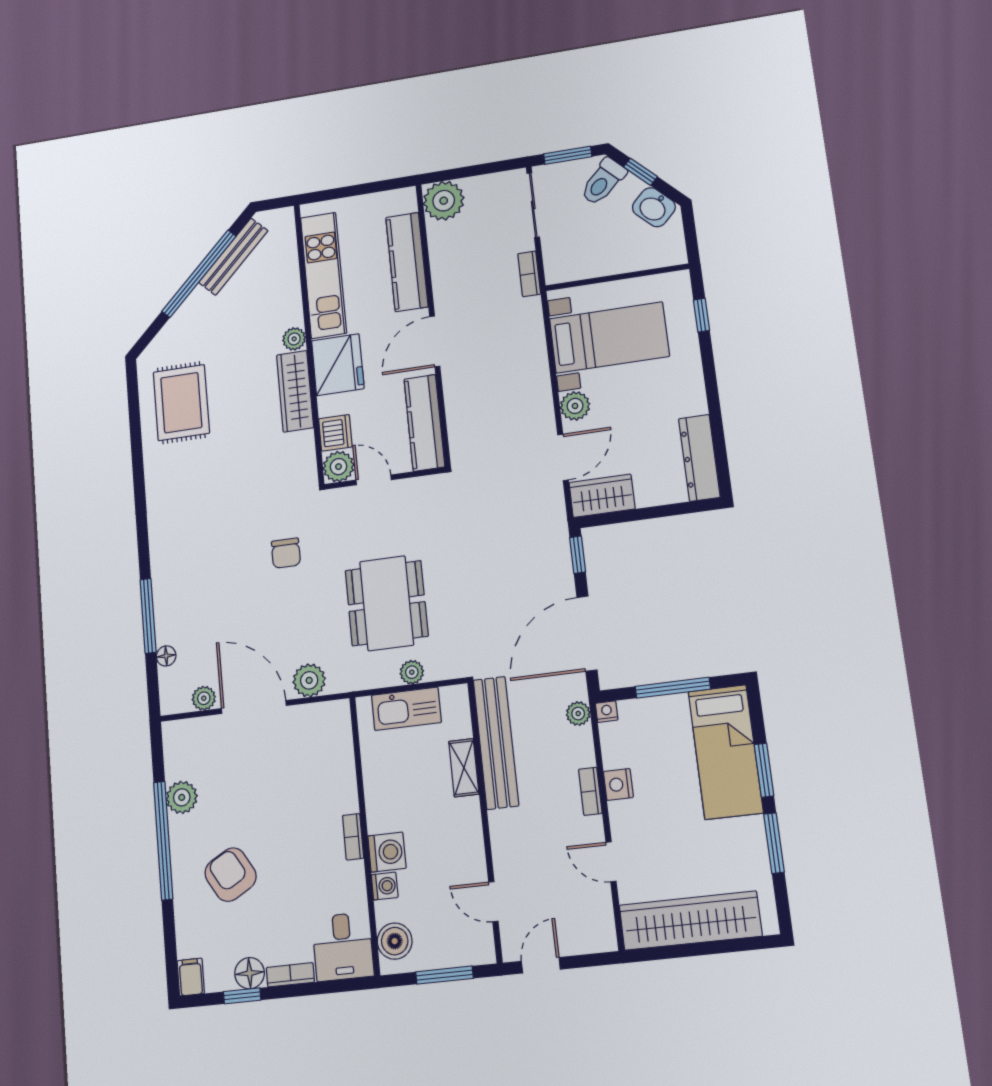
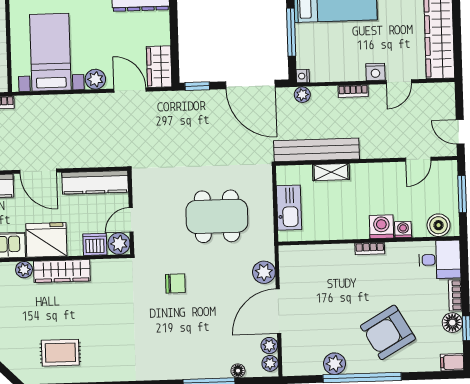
rug: (181, 403) -> (60, 353), width x0.73, depth x0.70
plant: (412, 672) -> (270, 363), moved
nightstand: (618, 784) -> (375, 72), moved
armchair: (231, 875) -> (388, 332), width x1.36, depth x1.36

